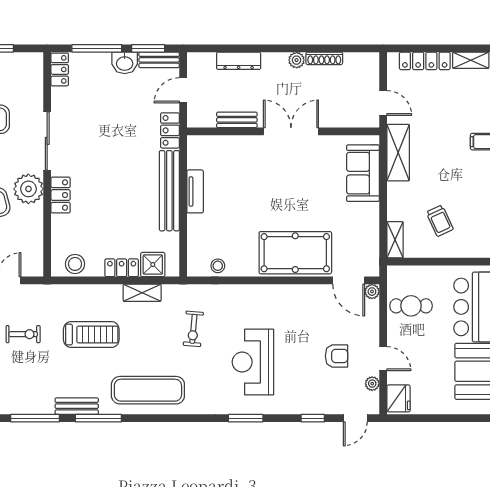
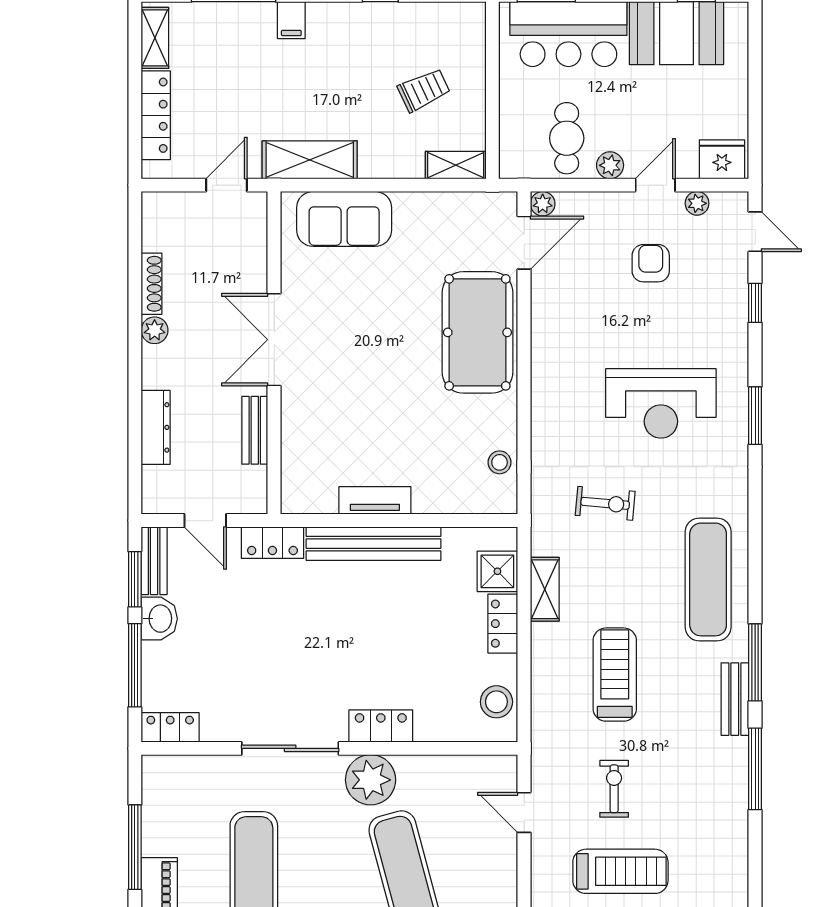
plant: (395, 332) -> (610, 165), added

